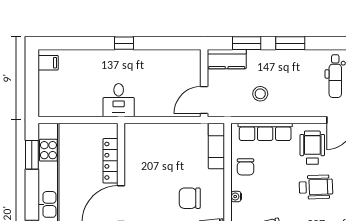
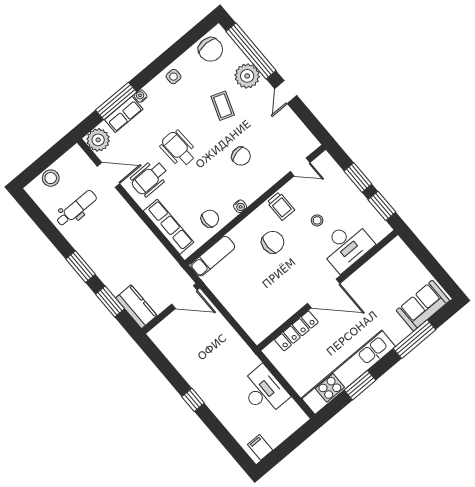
stool: (260, 94) -> (141, 256), removed
desk: (119, 100) -> (264, 391), moved, width x1.37
window: (32, 155) -> (360, 385), moved
chair: (190, 198) -> (273, 242), turned -90

